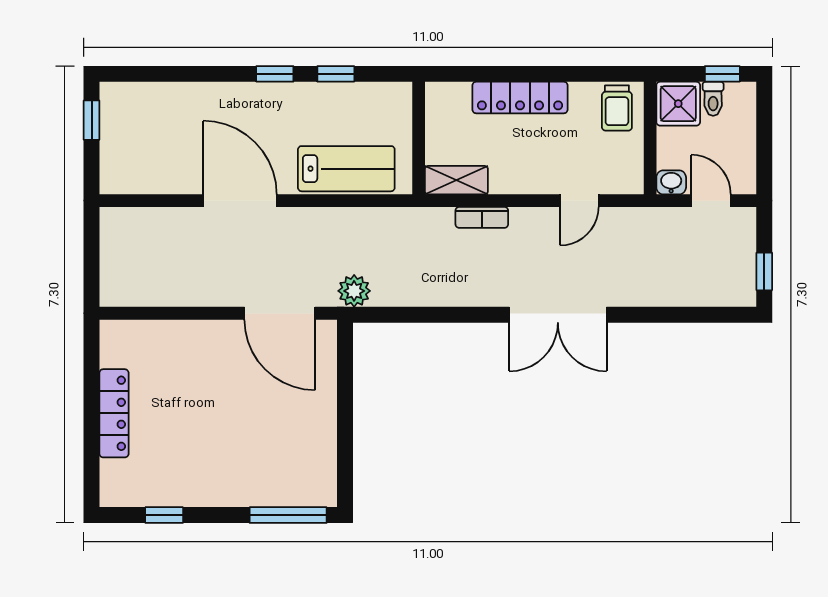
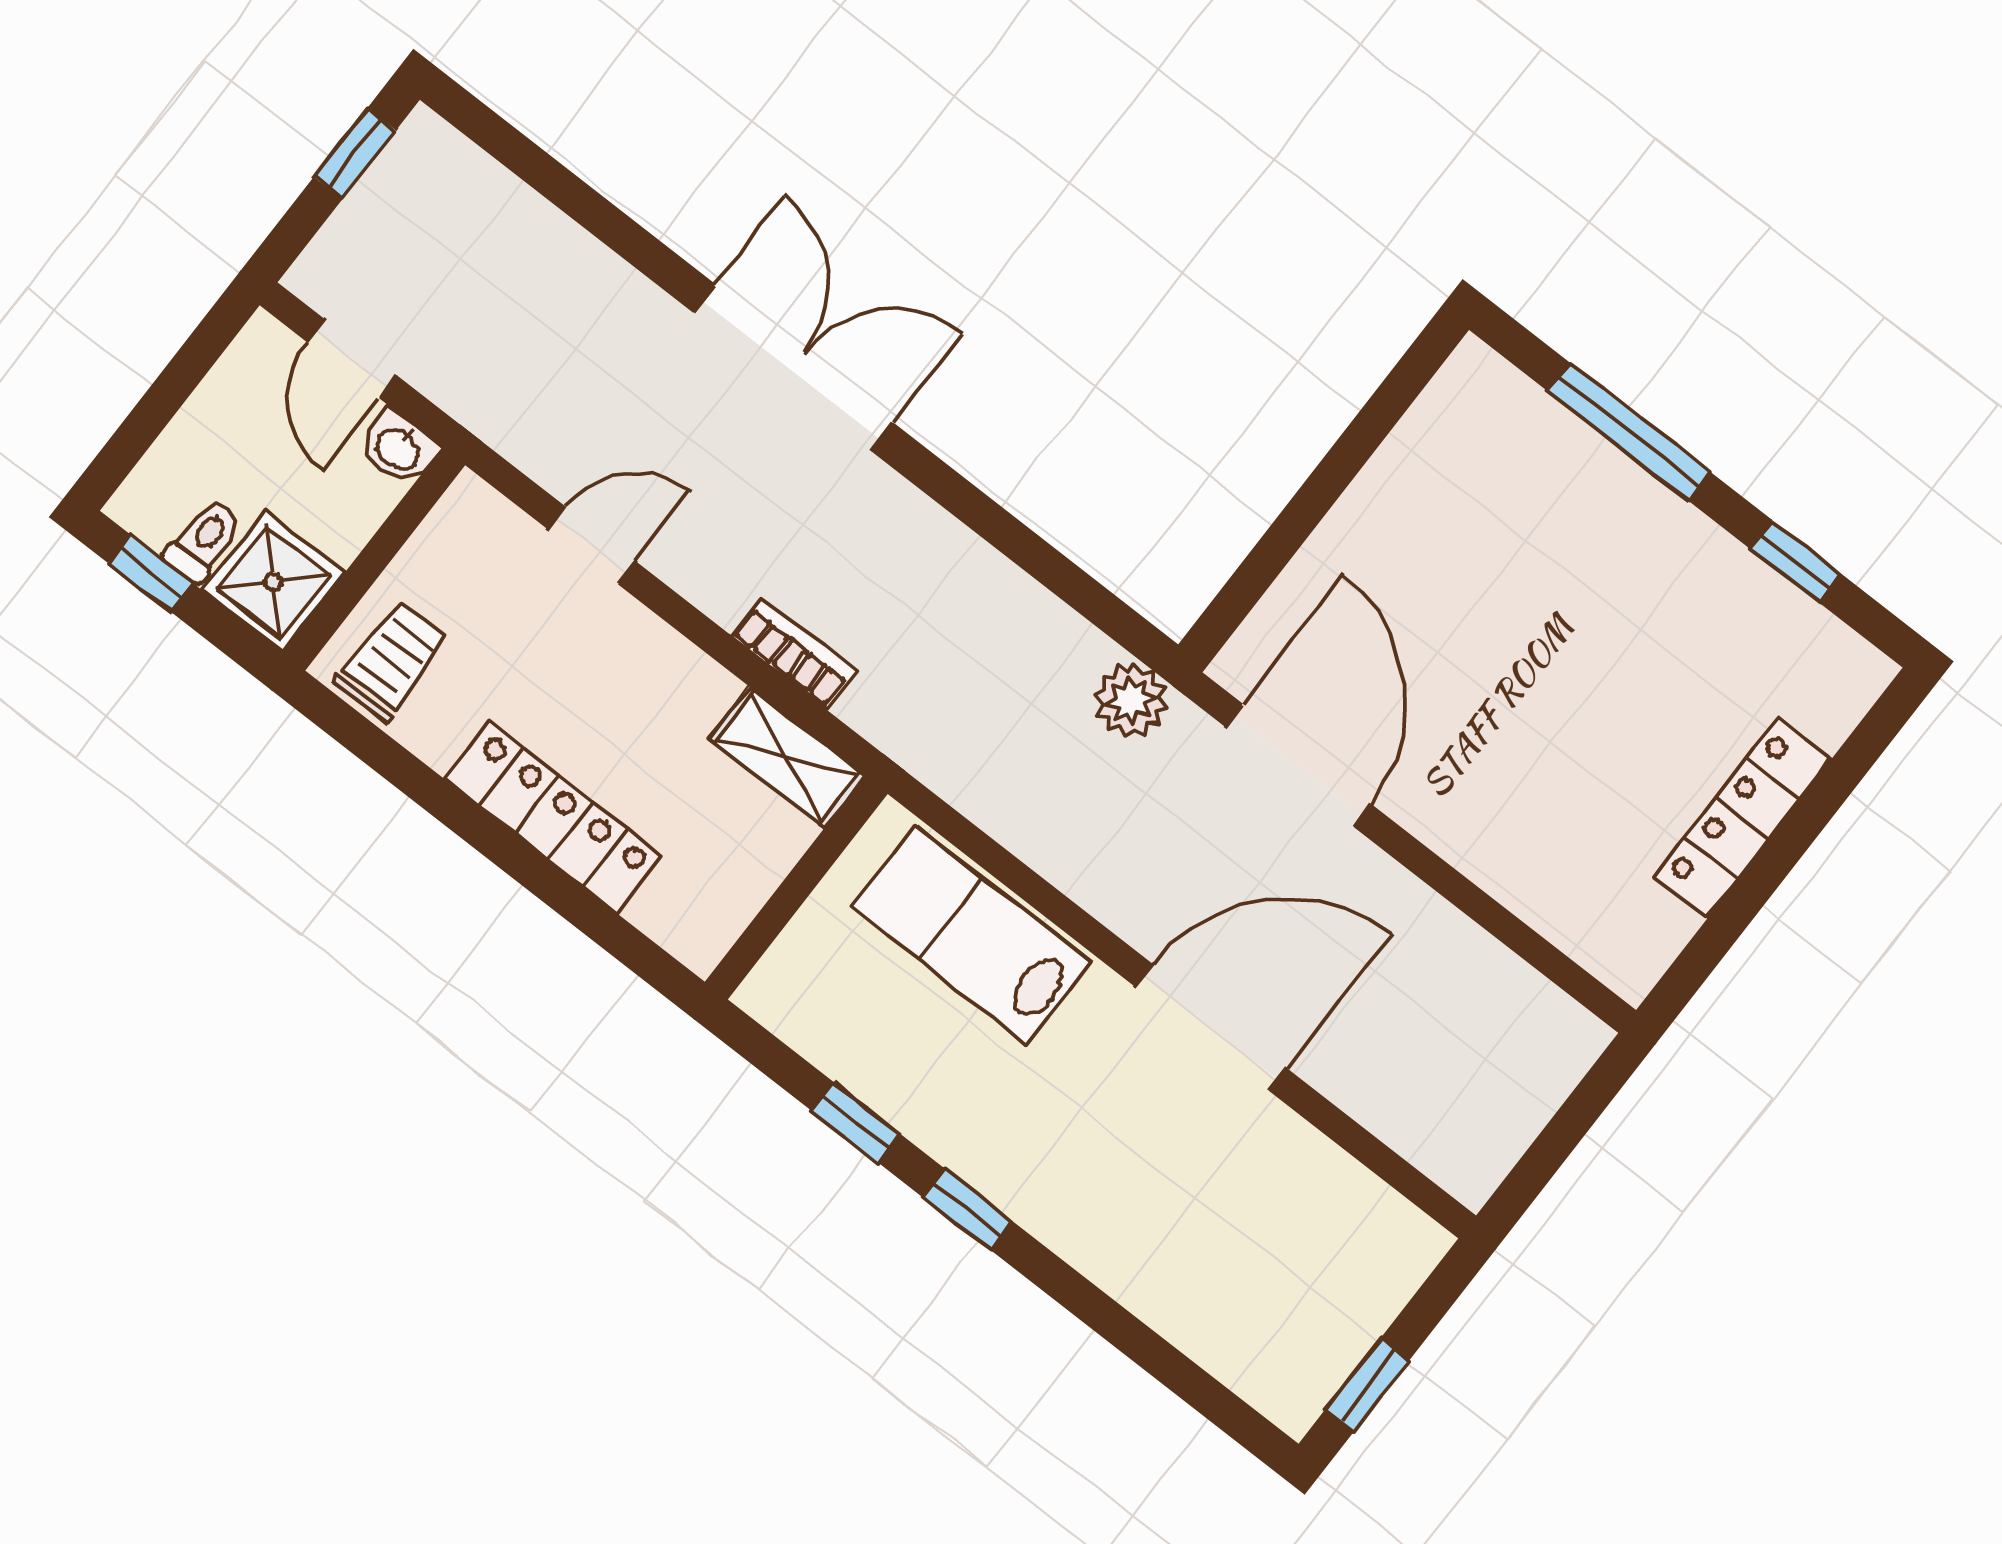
door: (240, 201) -> (1211, 1027), swing flipped
window: (288, 515) -> (1629, 432), moved

